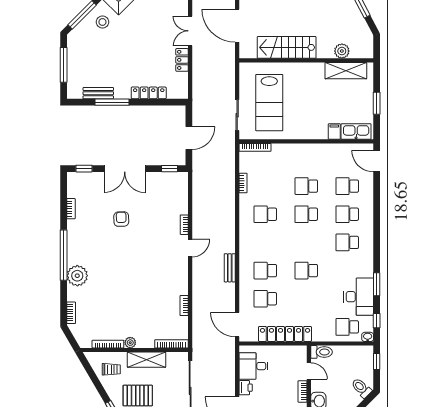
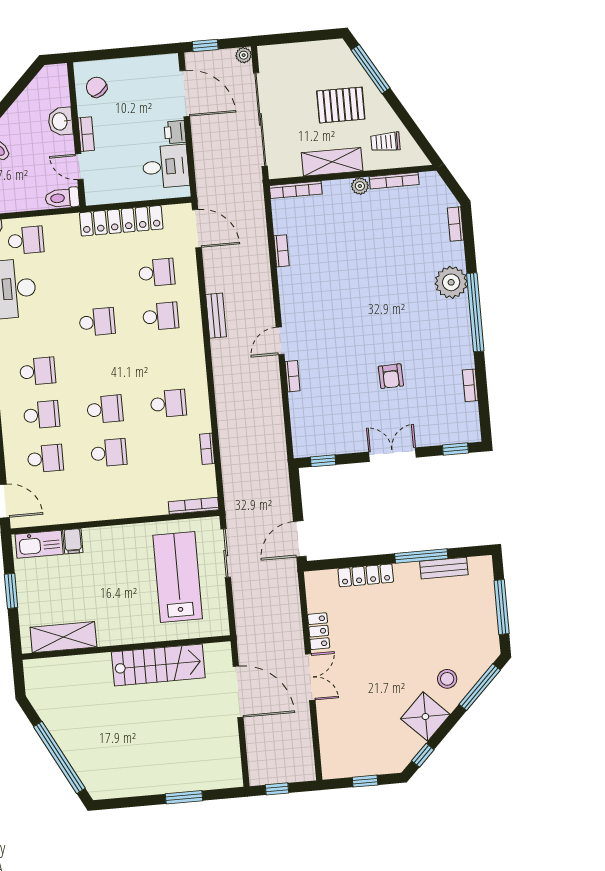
plant: (342, 51) -> (72, 667), removed
door: (189, 138) -> (300, 539), moved
double door: (125, 169) -> (392, 455), width x0.73

